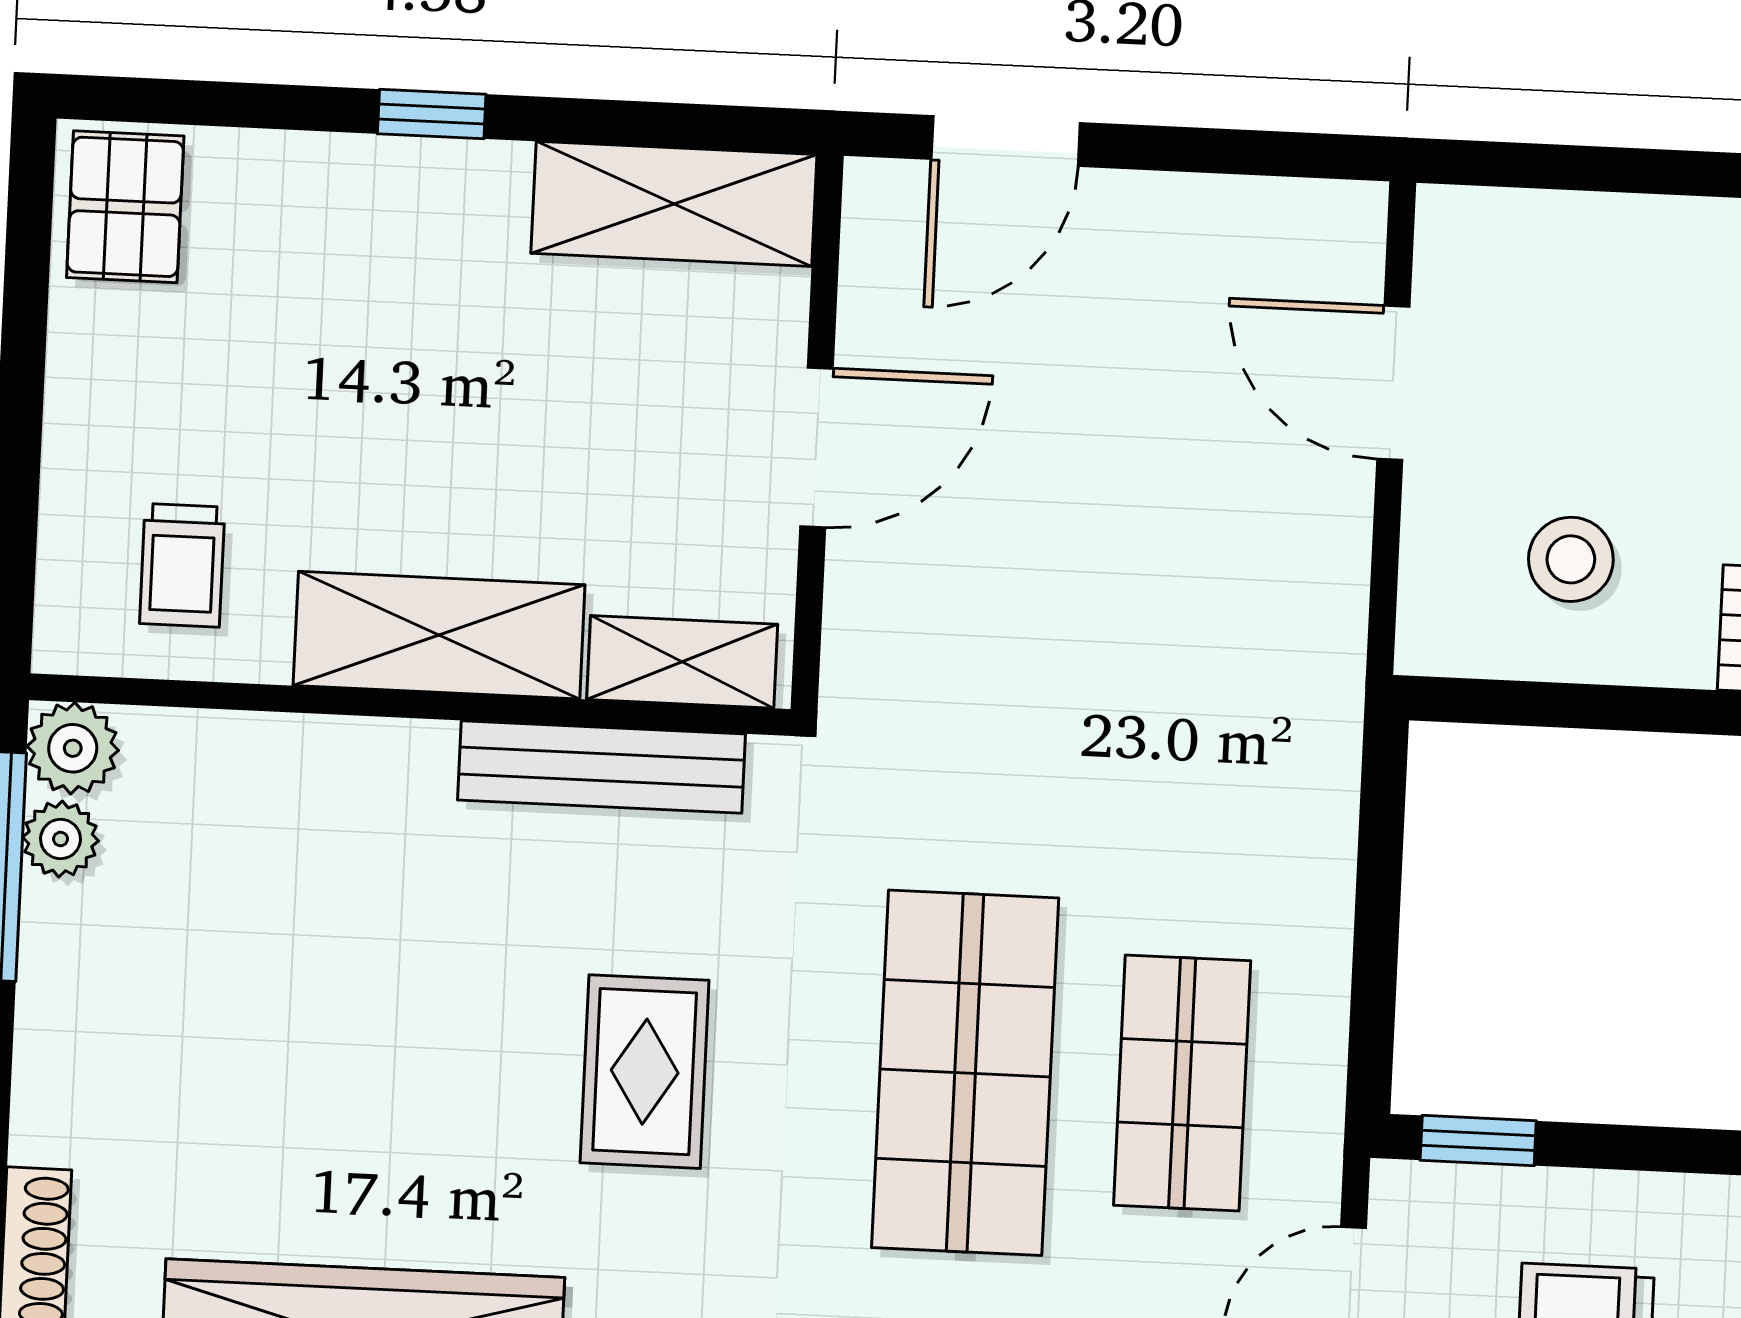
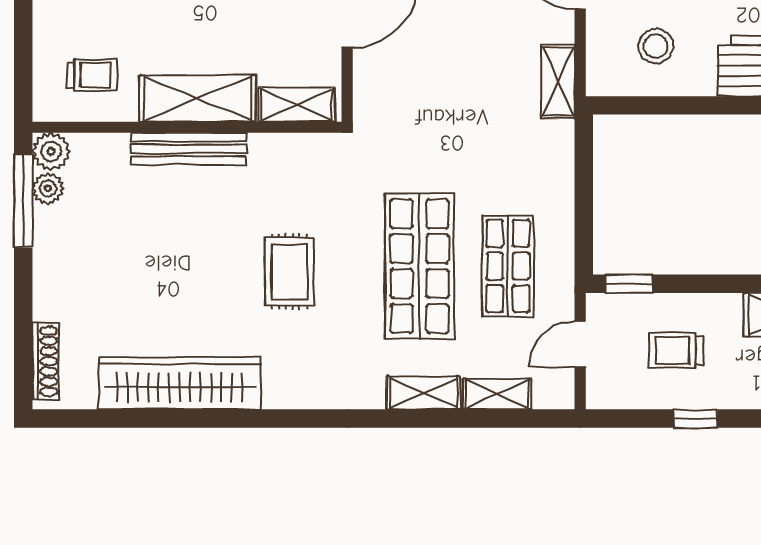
trolley: (182, 565) -> (92, 75), turned -90
shelving: (1327, 635) -> (558, 81), added
bench: (602, 767) -> (189, 149), moved

